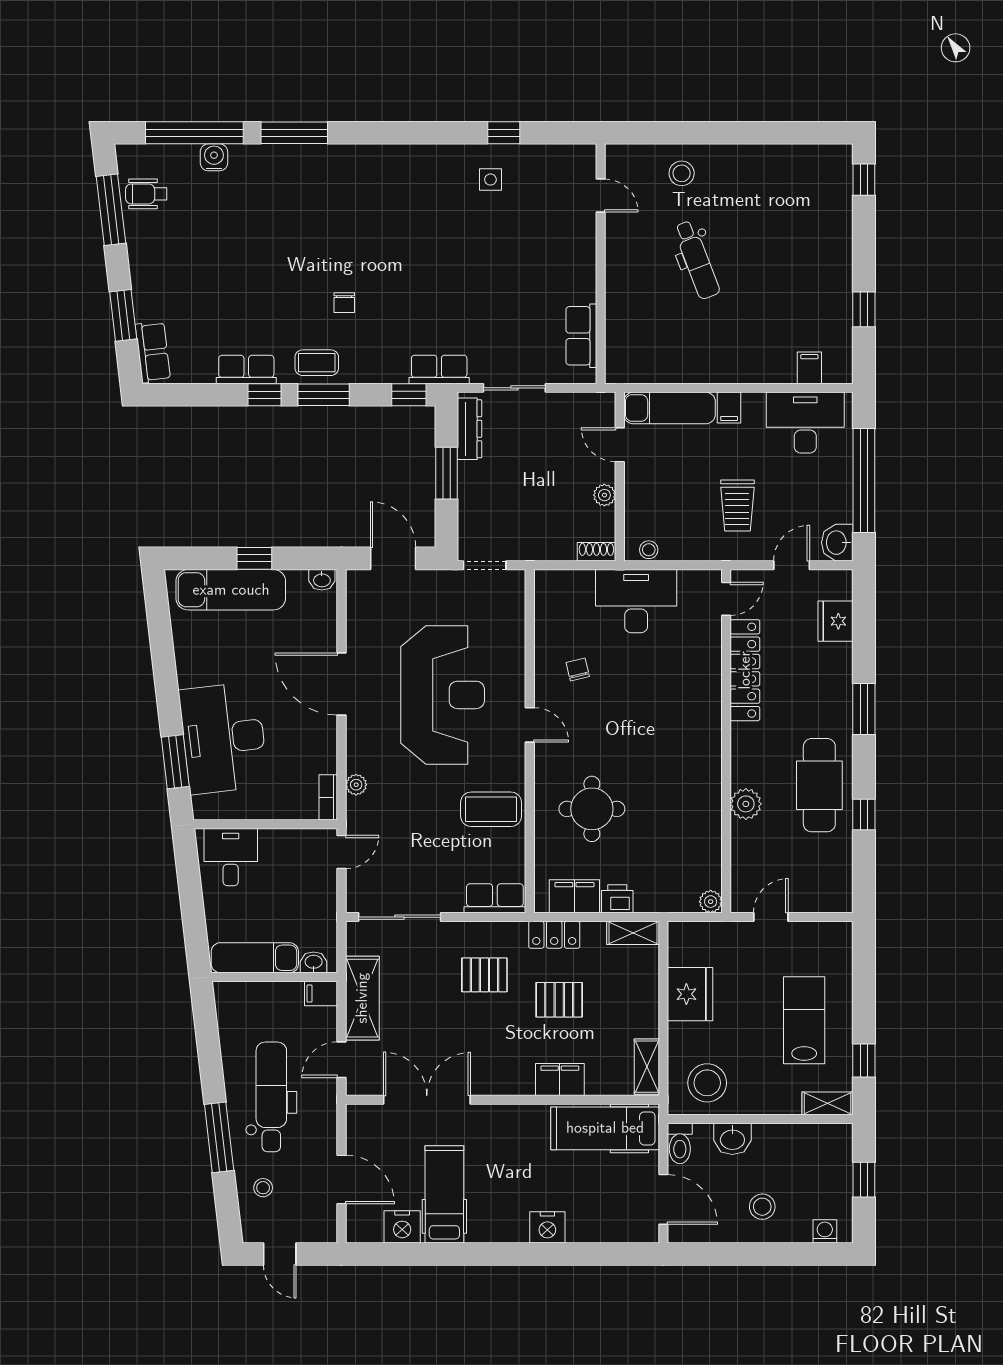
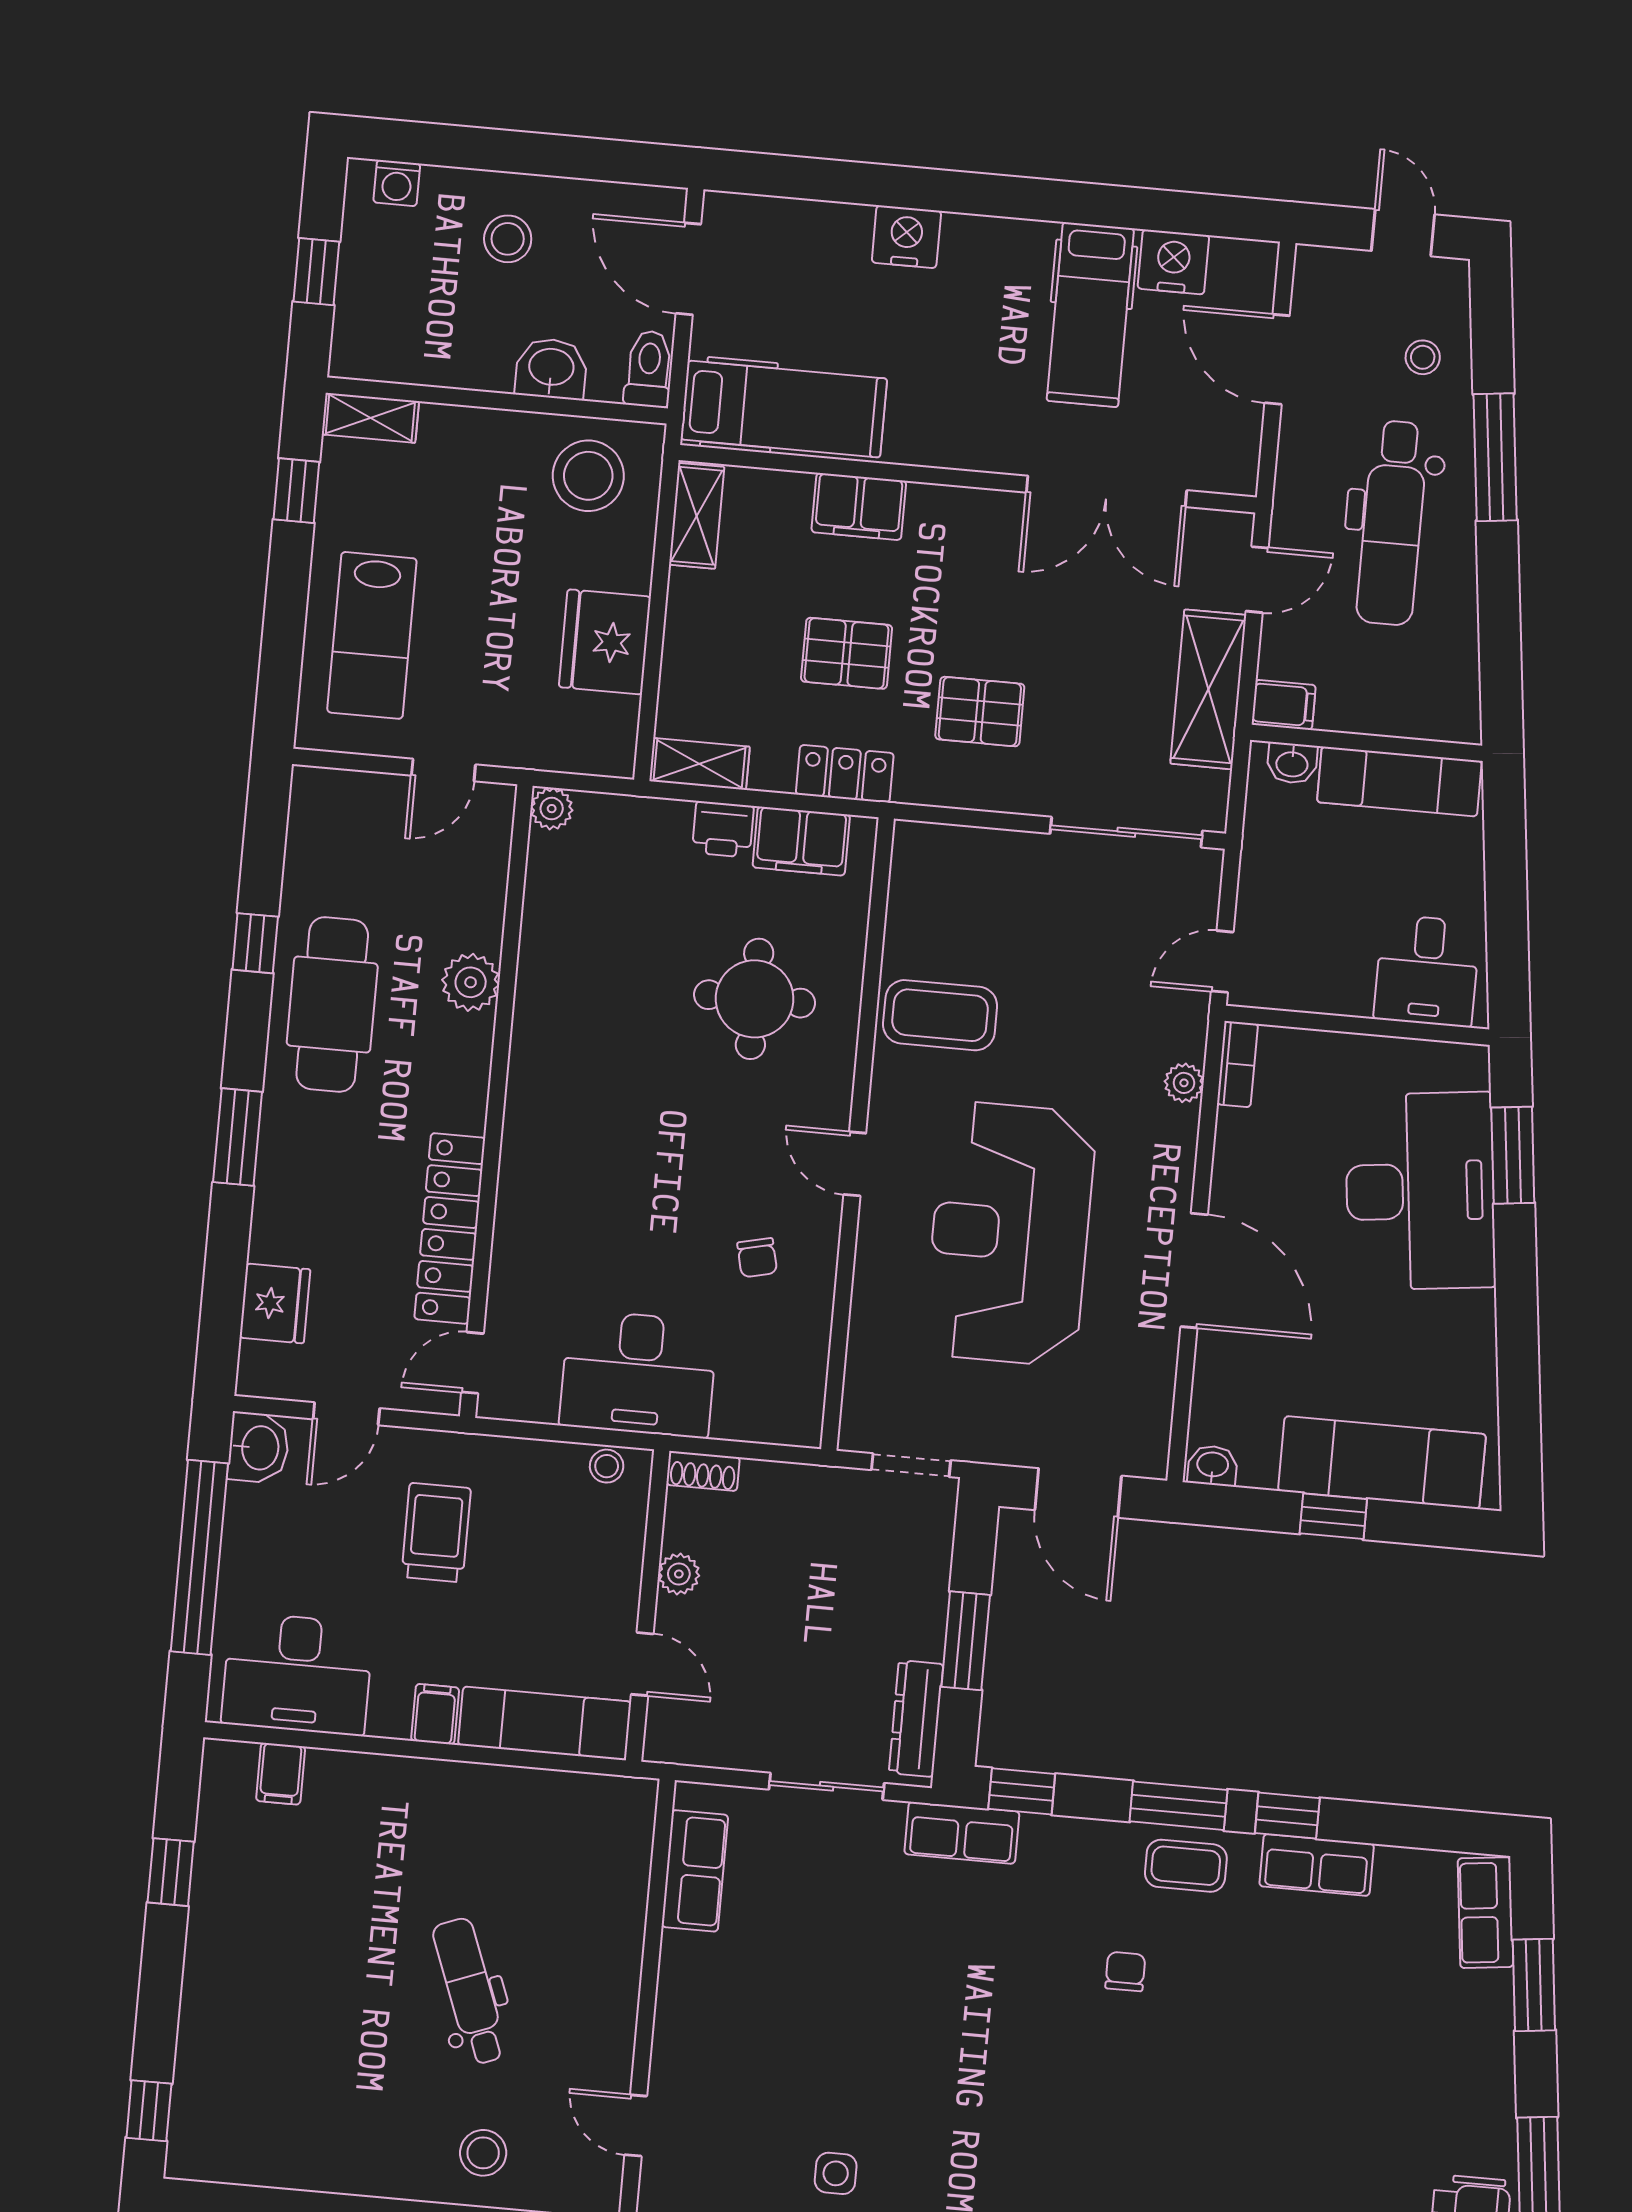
row of seats: (495, 898) -> (948, 851), removed
lab bench: (804, 1020) -> (372, 635), moved

